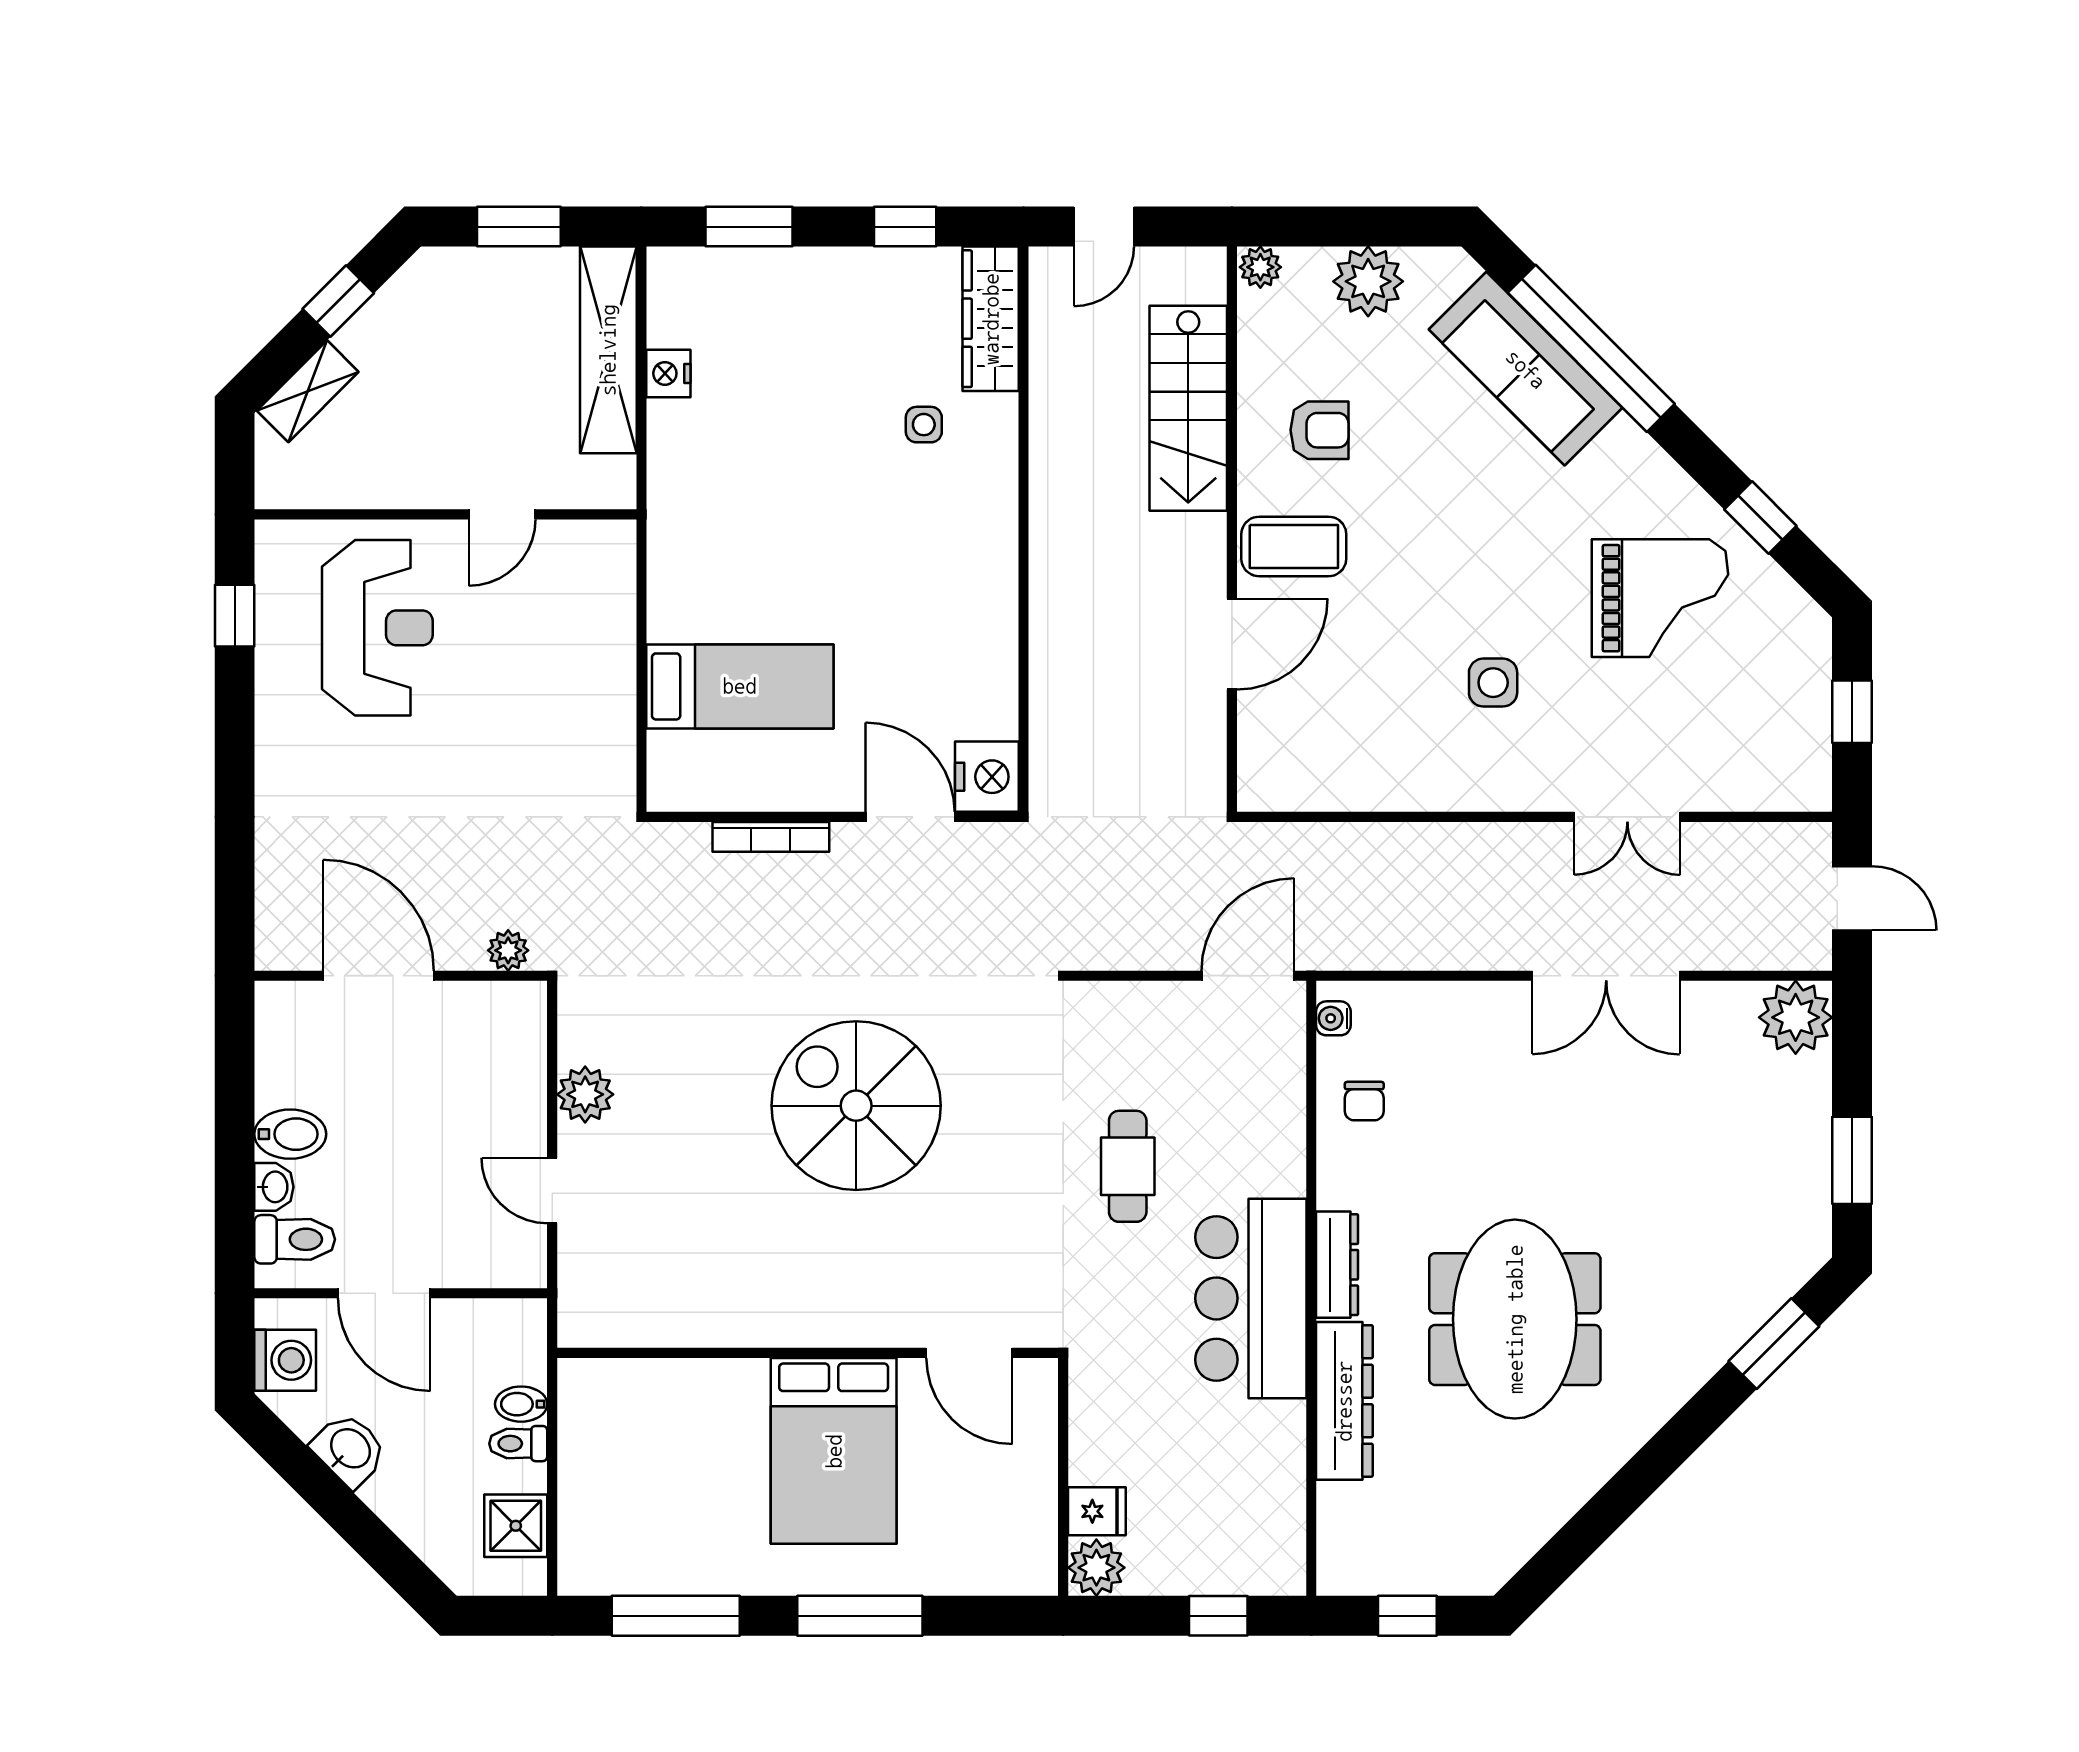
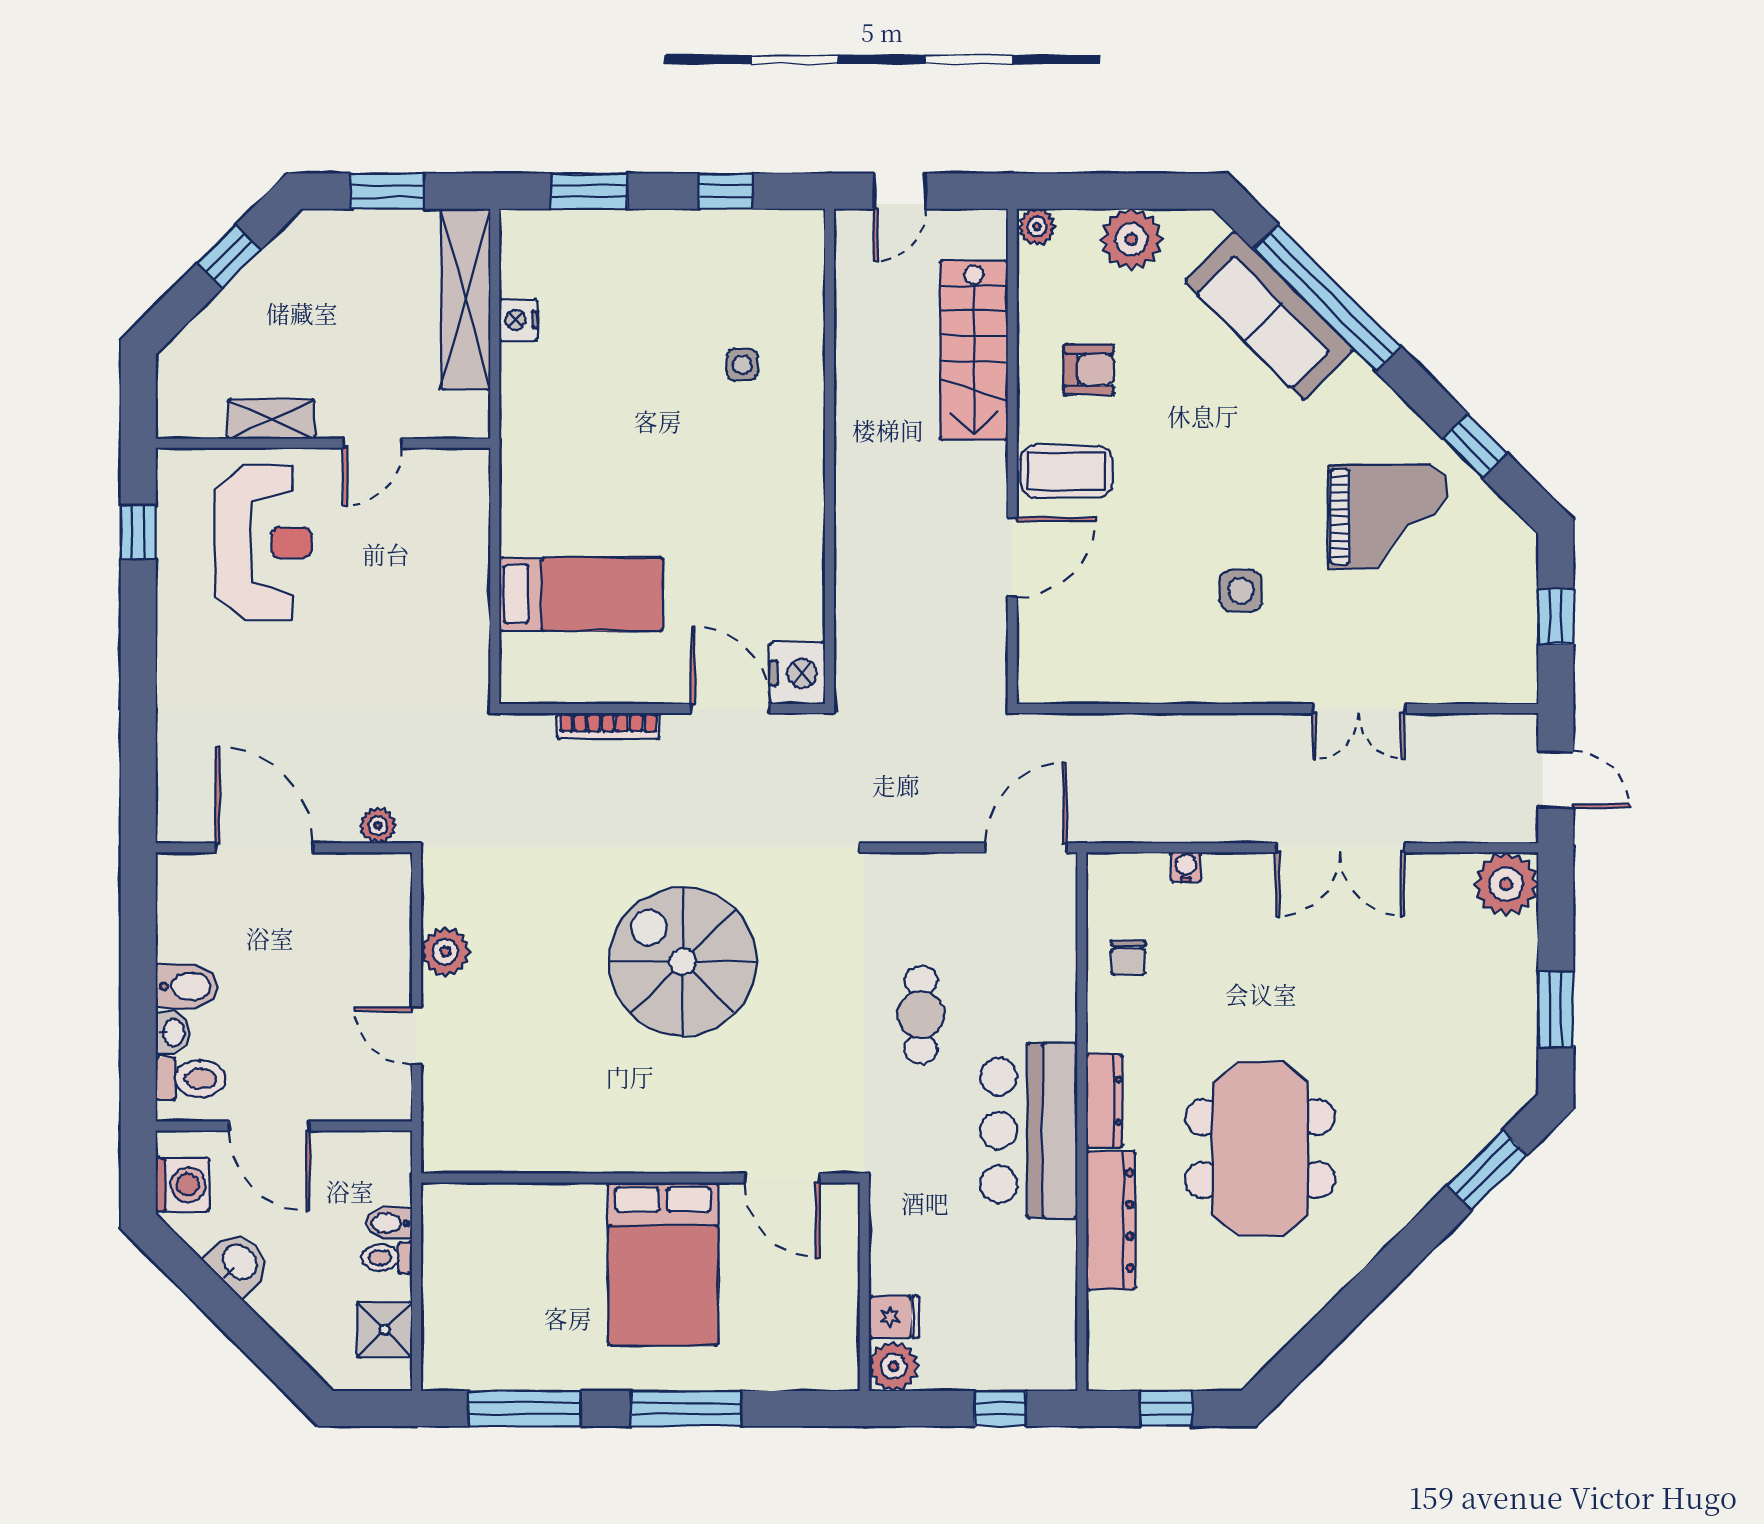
wardrobe: (991, 319) -> (801, 272), removed
shelving: (308, 391) -> (271, 419), moved, turned 45
water cooler: (1333, 1018) -> (1186, 867), moved, turned 90

